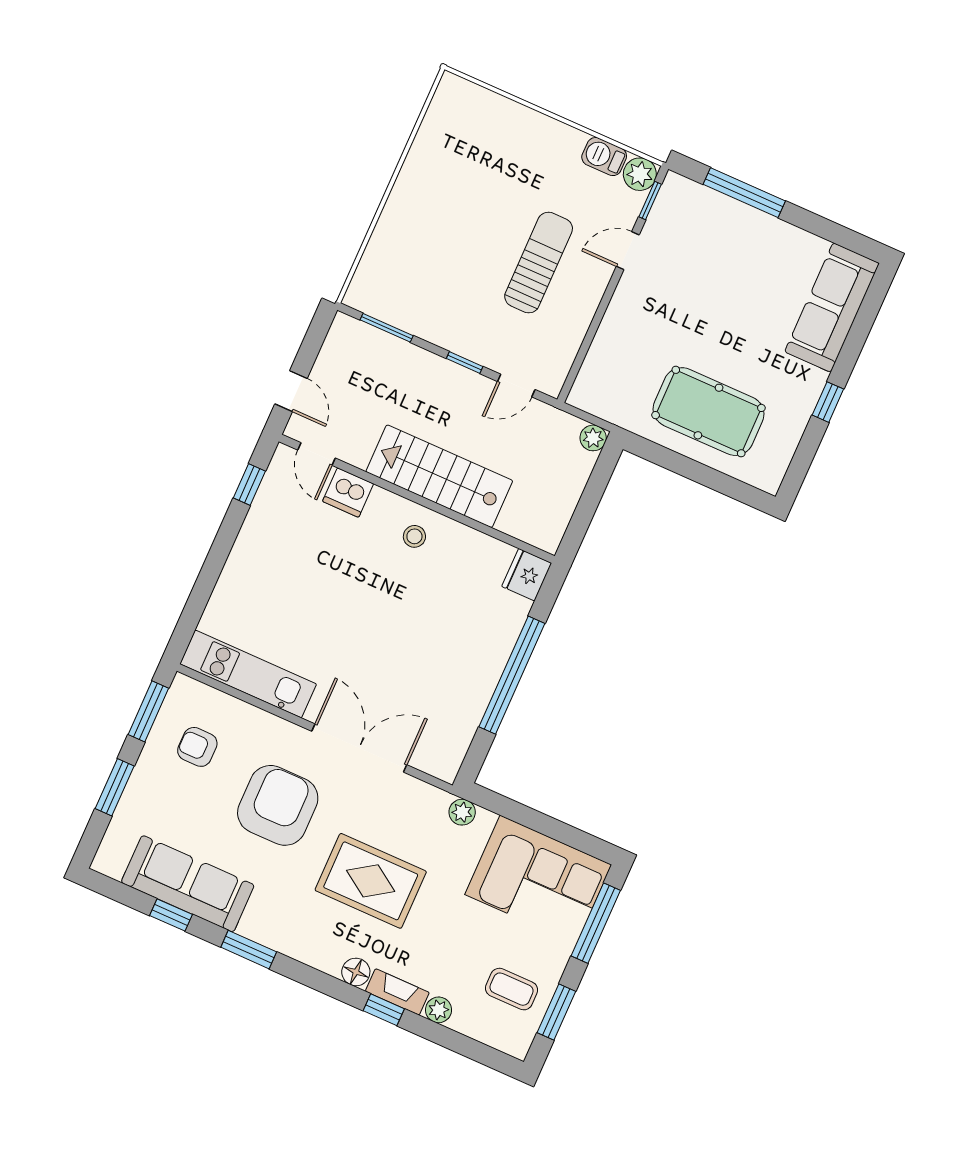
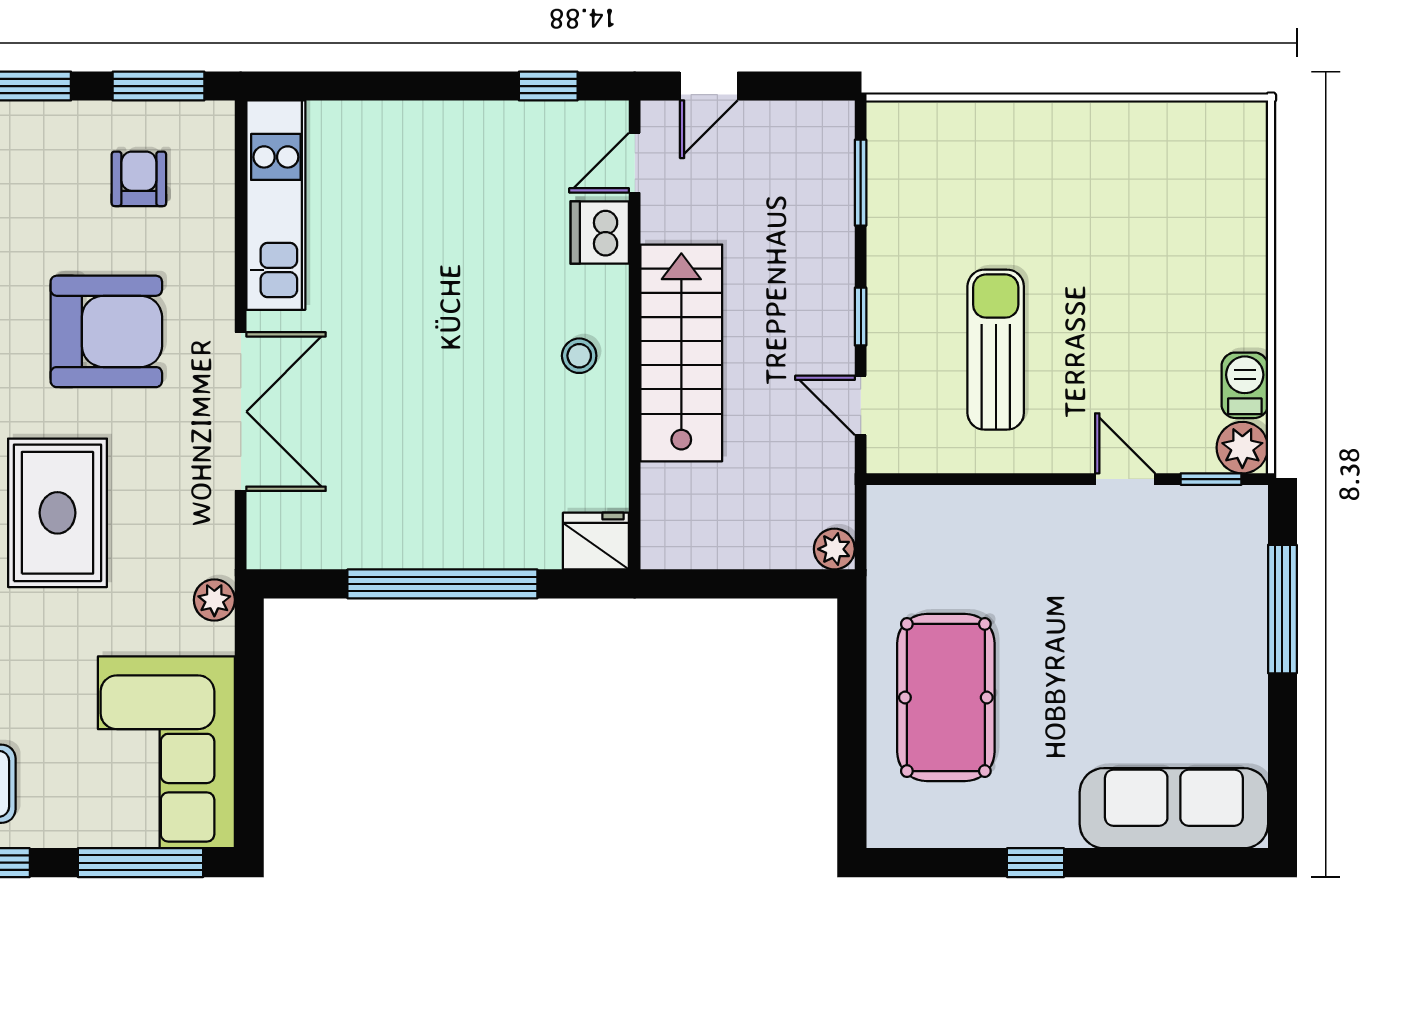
sun lounger: (539, 263) -> (996, 350), moved, turned -90

